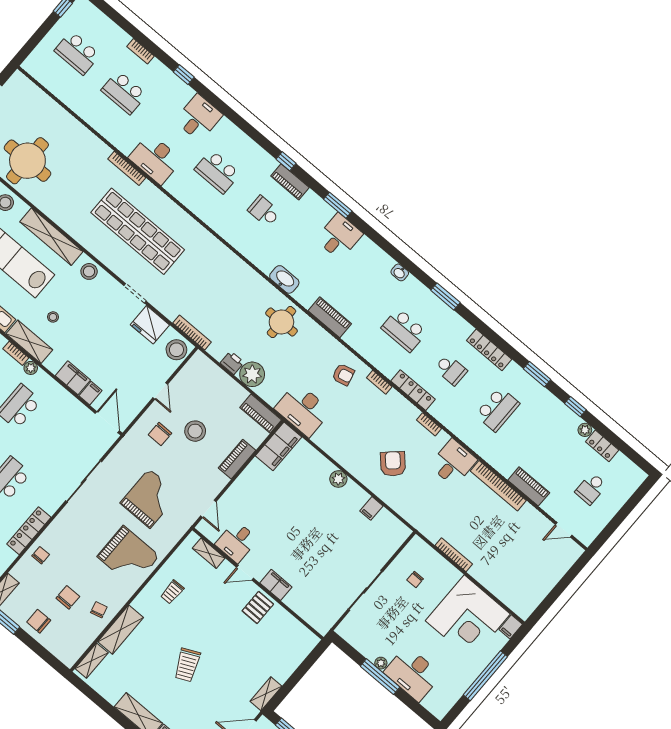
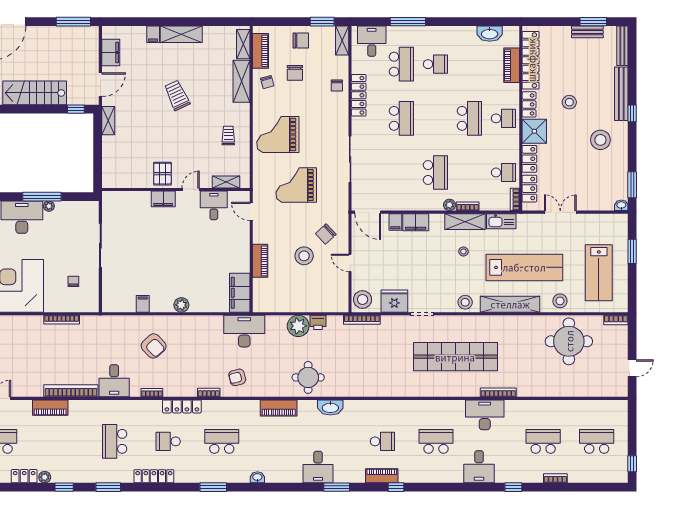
piano: (261, 414) -> (261, 51), moved, turned 90
chair: (160, 434) -> (326, 234), turned -133
grand piano: (150, 499) -> (296, 185), turned 90

